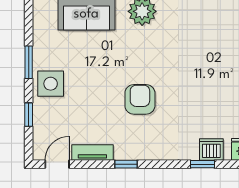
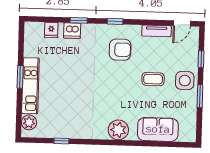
coffee table: (95, 84) -> (153, 79), added
armchair: (140, 99) -> (120, 50), moved, turned -90
window: (126, 164) -> (115, 21), moved

